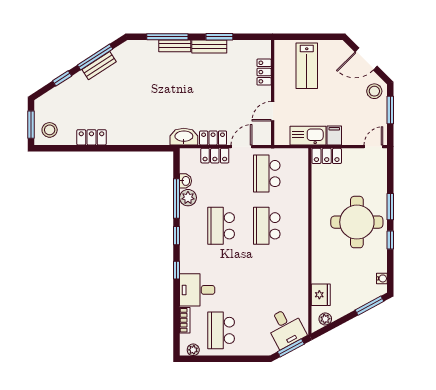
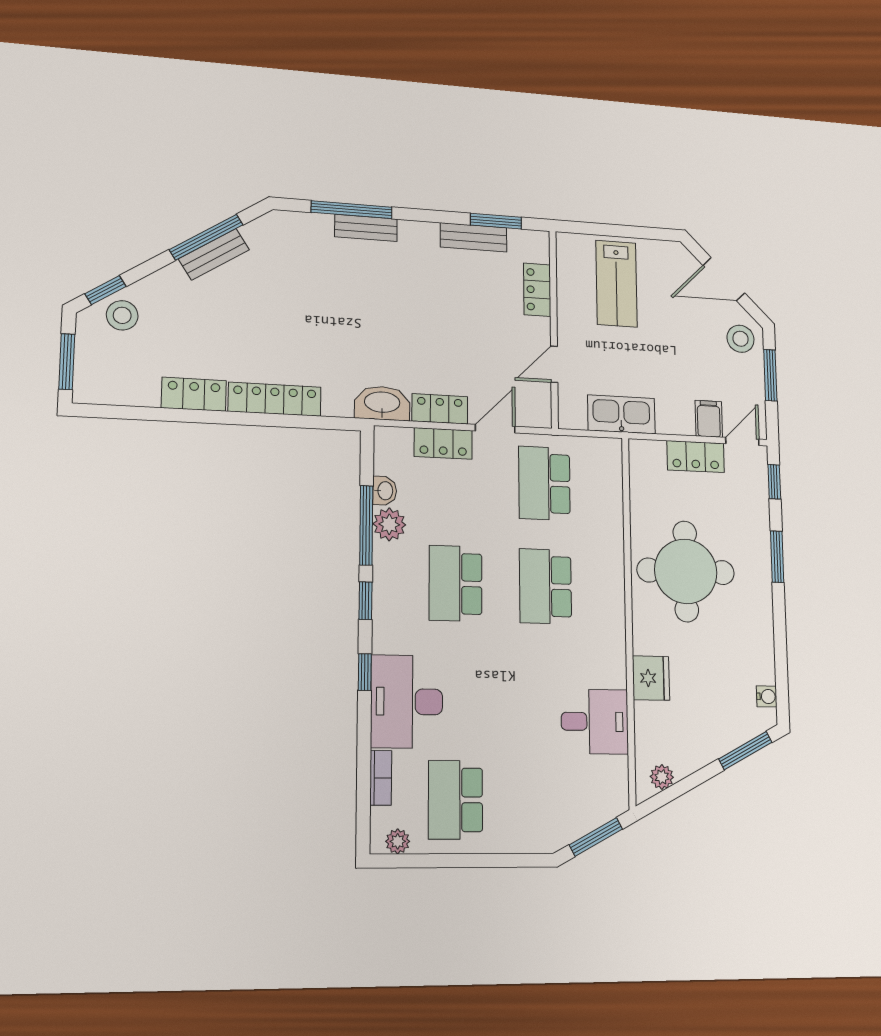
window: (219, 37) -> (496, 221), moved
bench: (209, 46) -> (474, 237), moved
window: (62, 78) -> (105, 290), moved
stool: (50, 130) -> (122, 315), moved
filing cabinet: (334, 136) -> (709, 419), moved
locker: (131, 138) -> (275, 399), added
locker: (327, 156) -> (696, 457), moved
round table: (357, 222) -> (686, 571), moved
window: (390, 240) -> (774, 482), moved
desk: (197, 290) -> (407, 702), width x1.37
fridge: (321, 295) -> (651, 678), moved
desk: (286, 328) -> (595, 722), moved, turned -62

